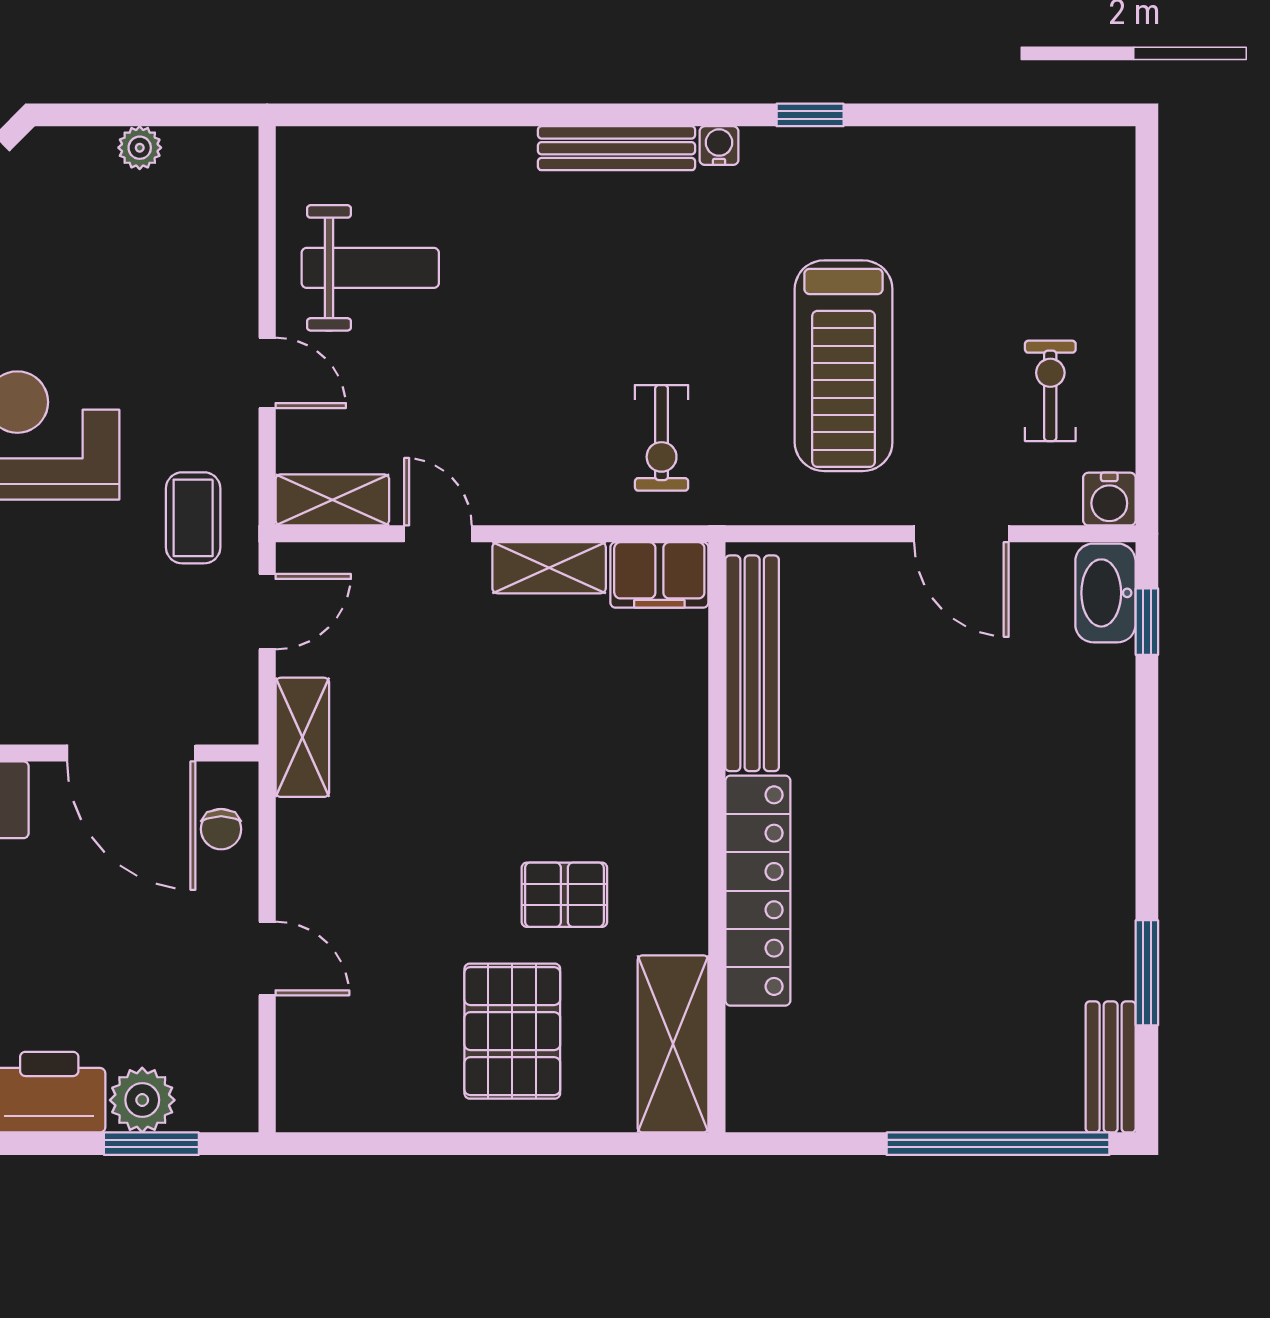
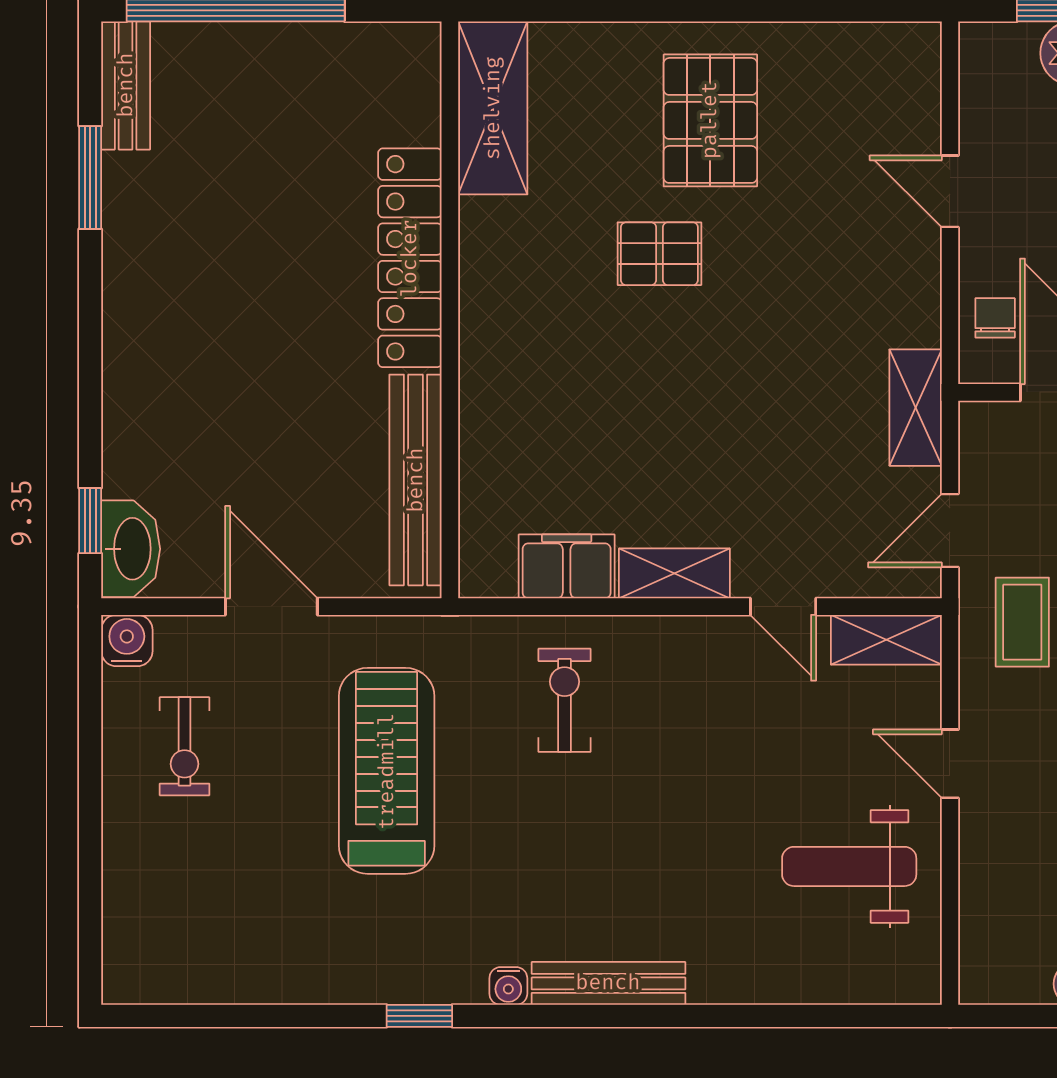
bench: (752, 663) -> (416, 480), moved
wall: (717, 837) -> (450, 310), moved
locker: (758, 891) -> (410, 258), moved
shelving: (673, 1044) -> (493, 108), moved

